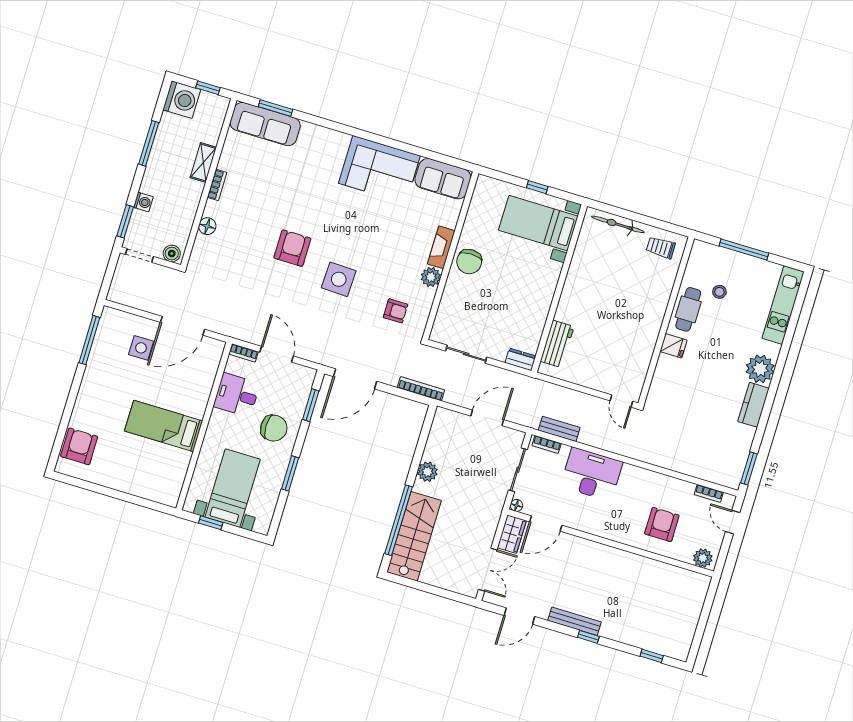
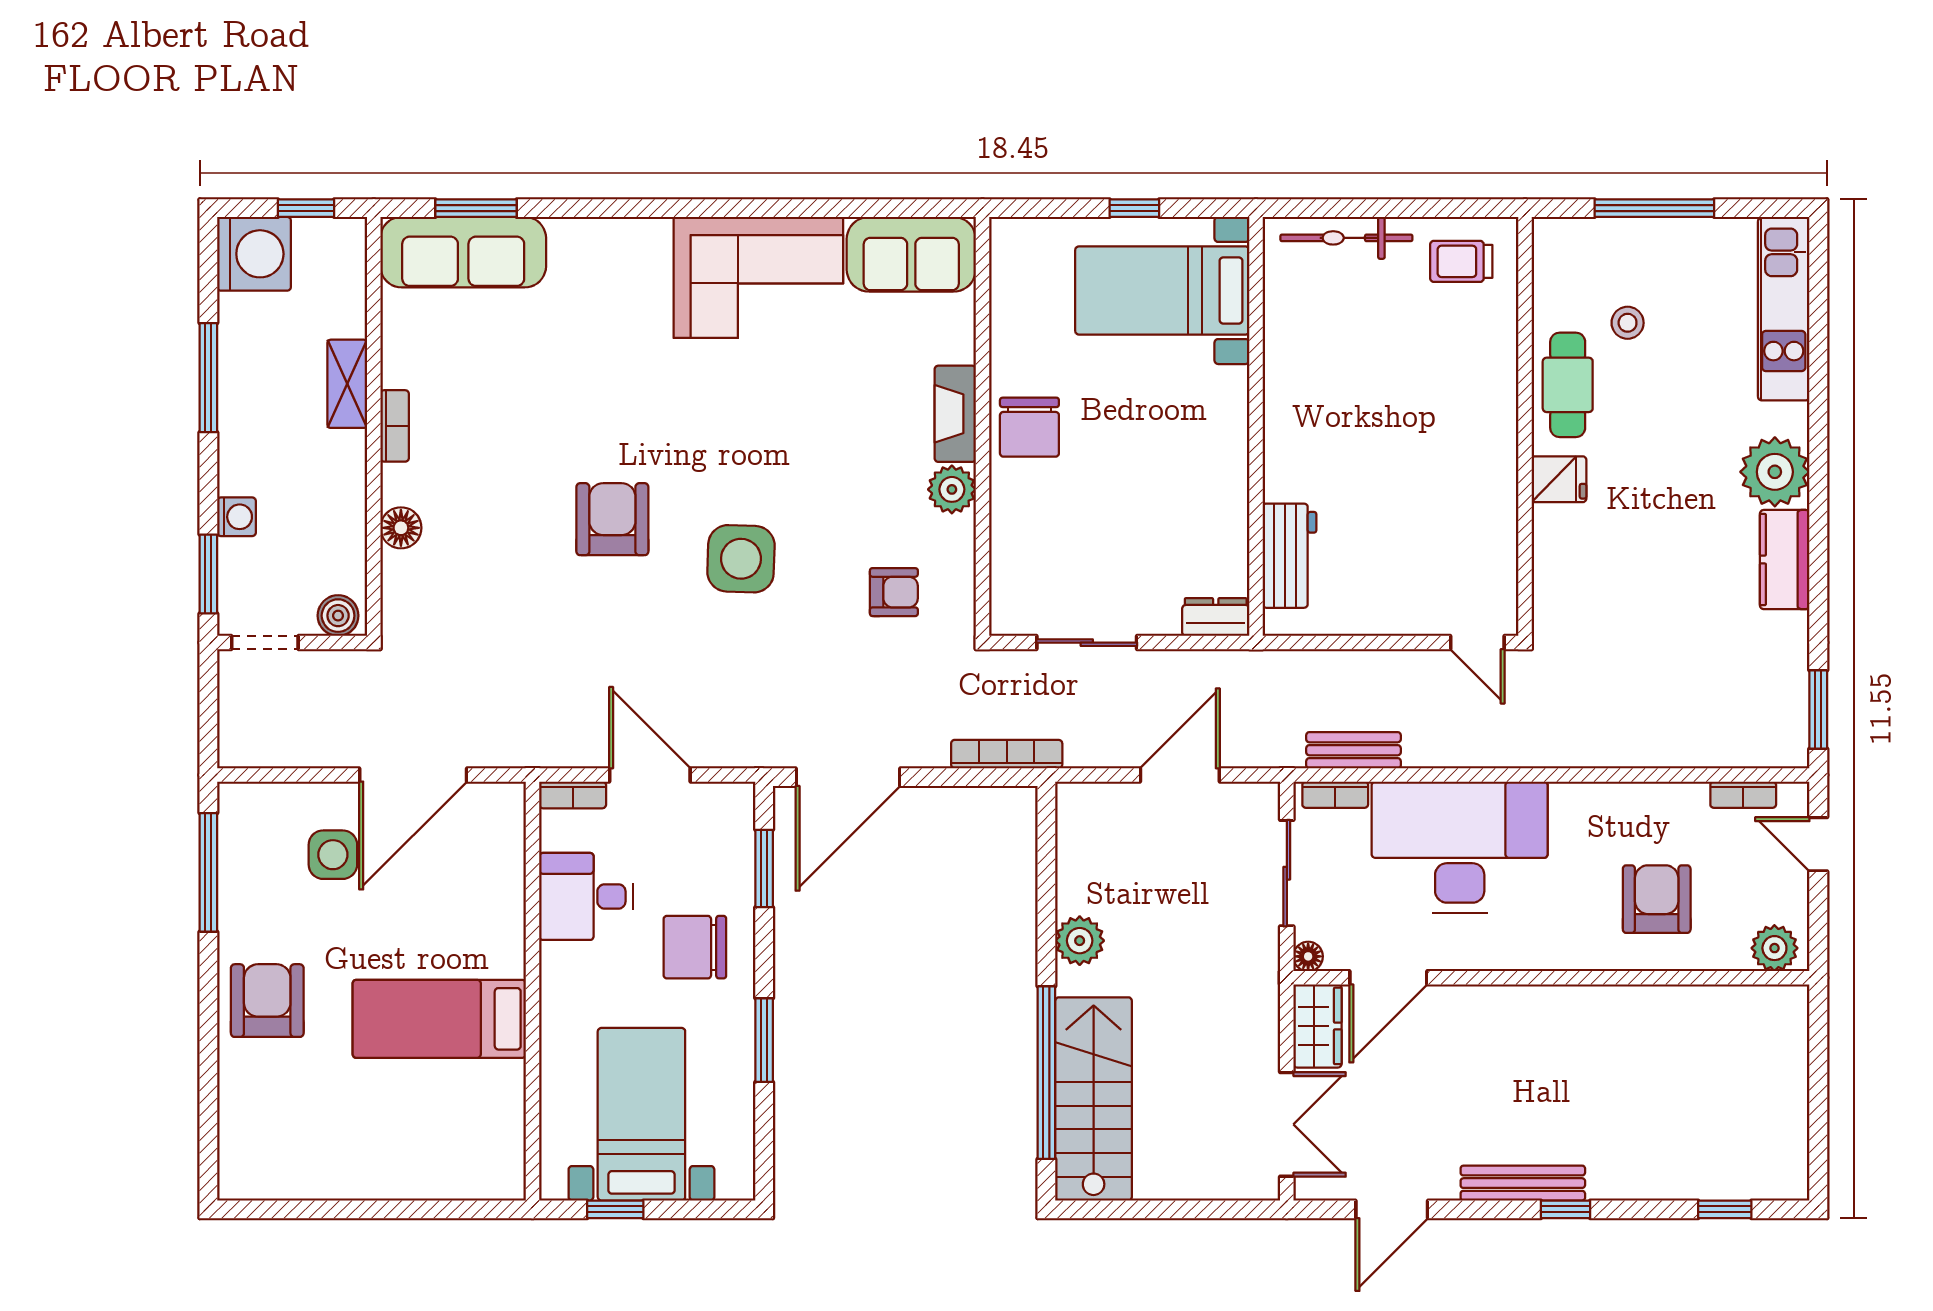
chair: (274, 428) -> (695, 947), turned 180
armchair: (79, 446) -> (267, 1001), moved
desk: (592, 474) -> (1460, 847), width x1.36, depth x1.30

